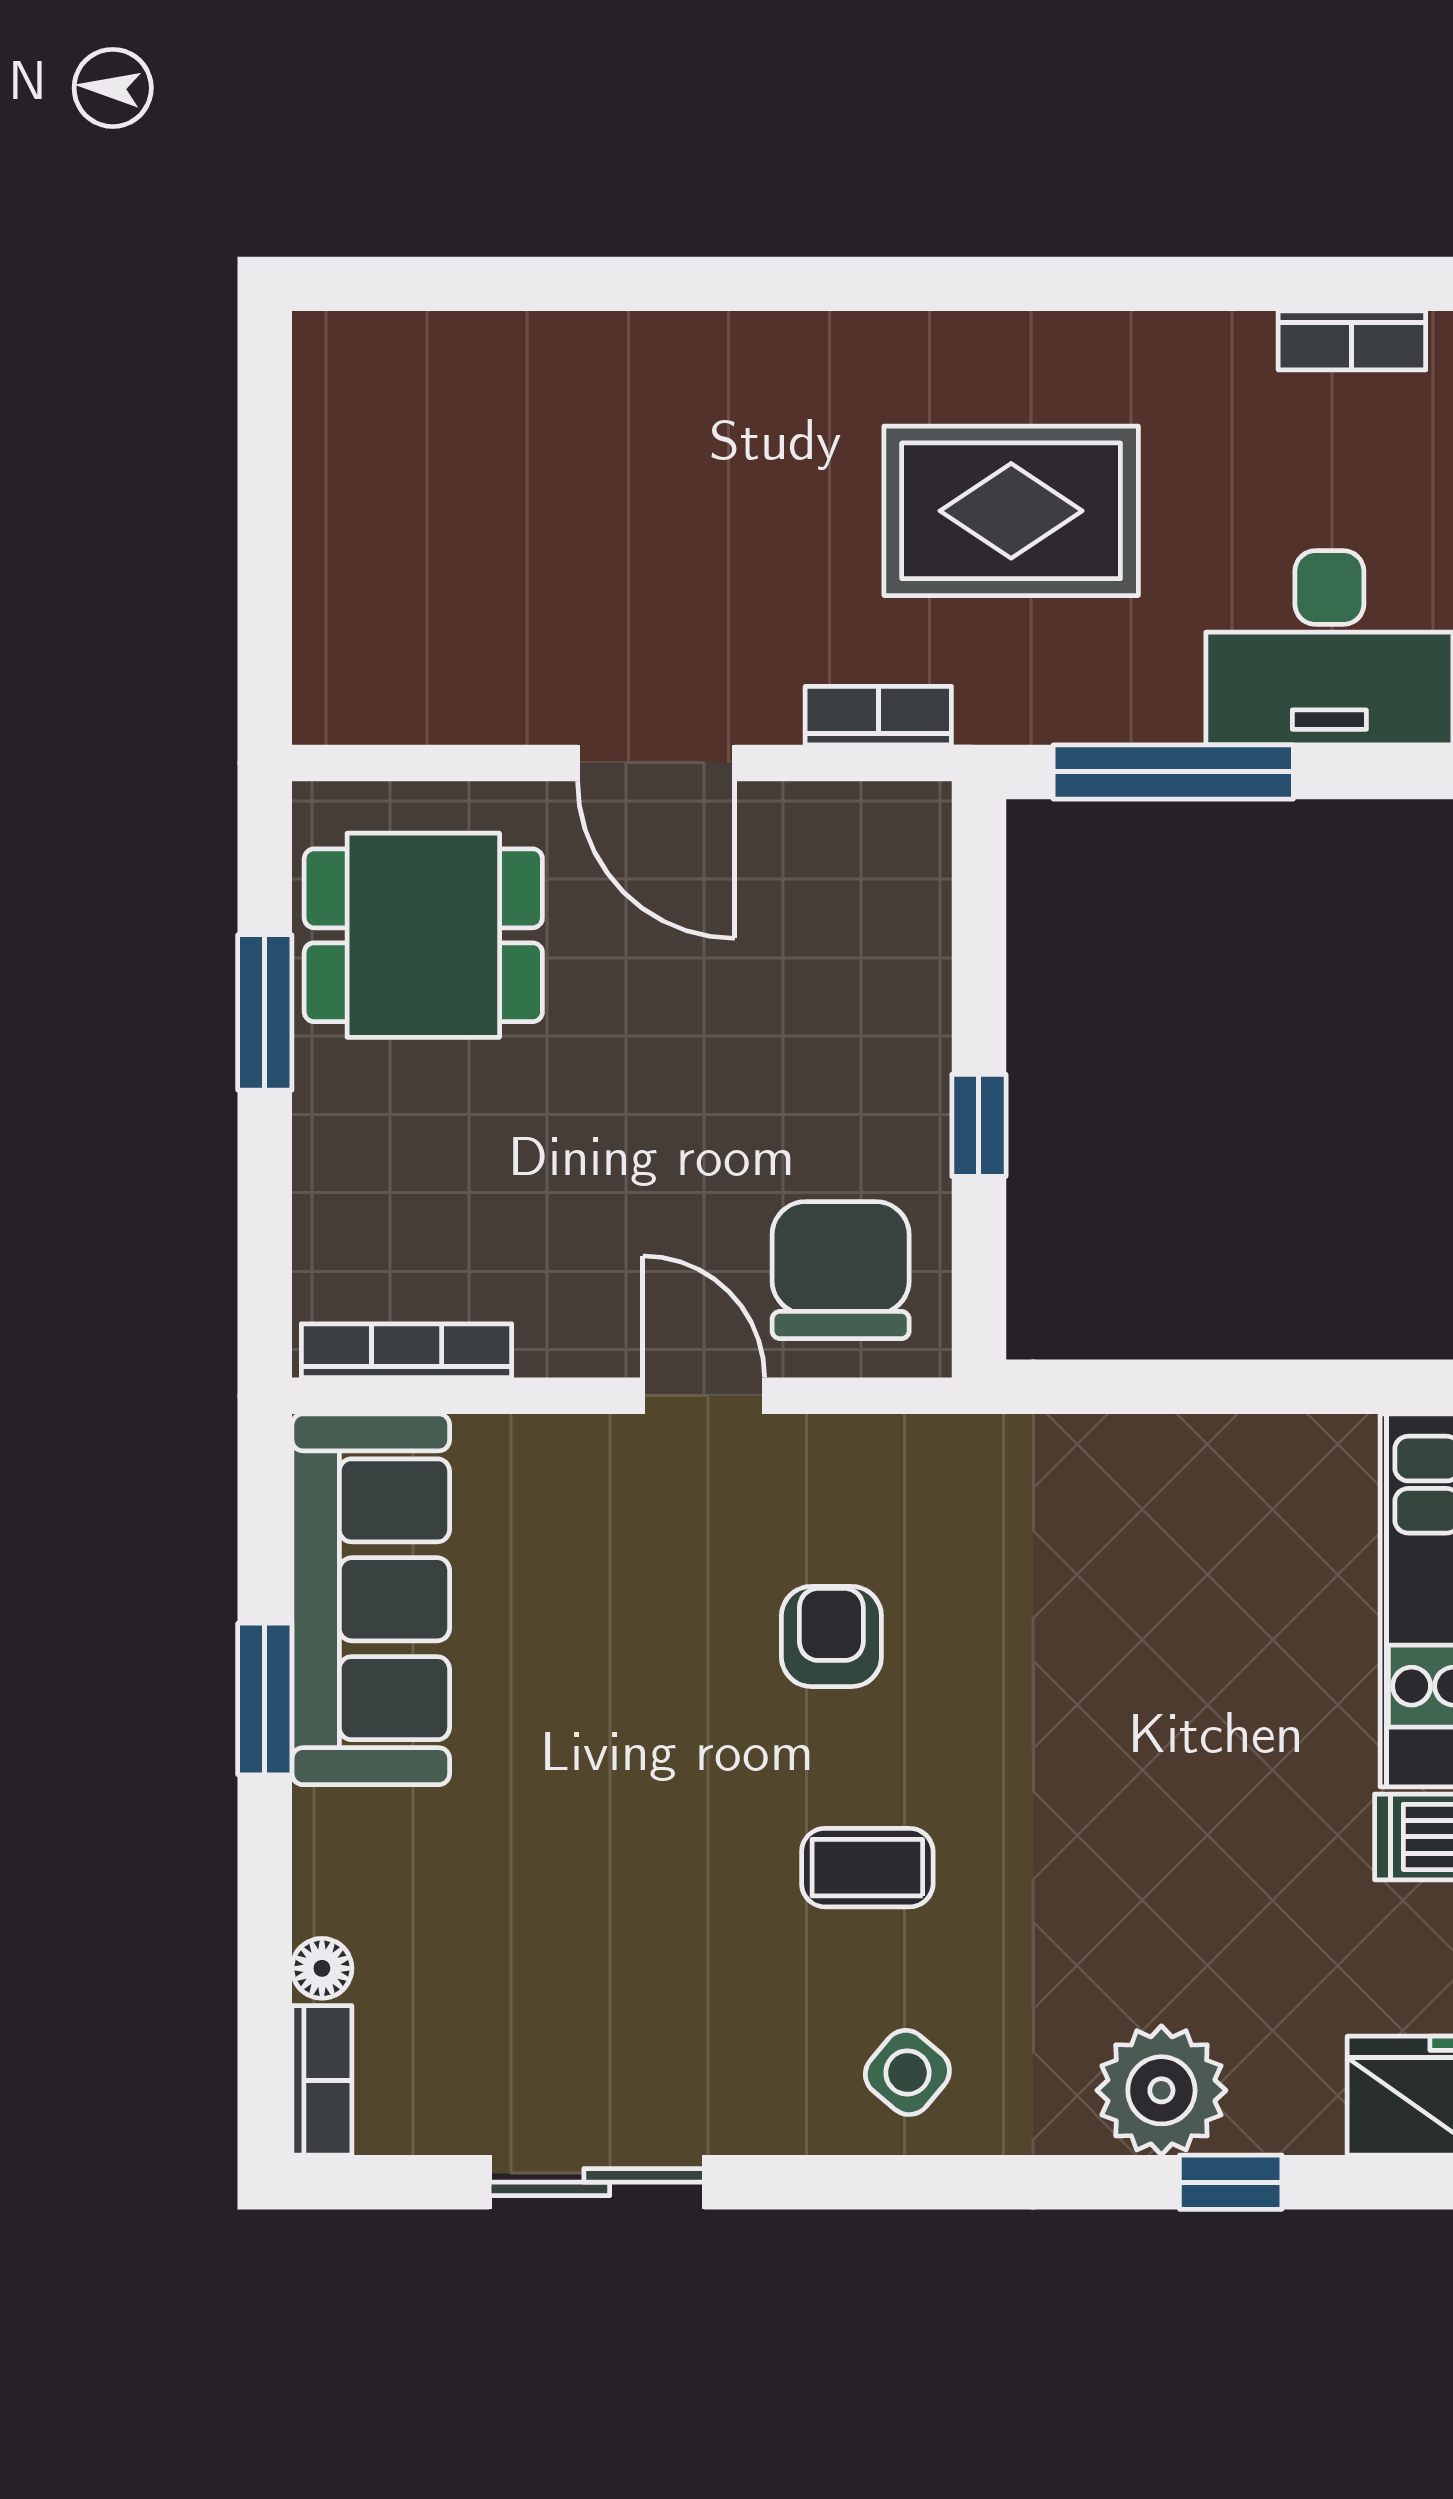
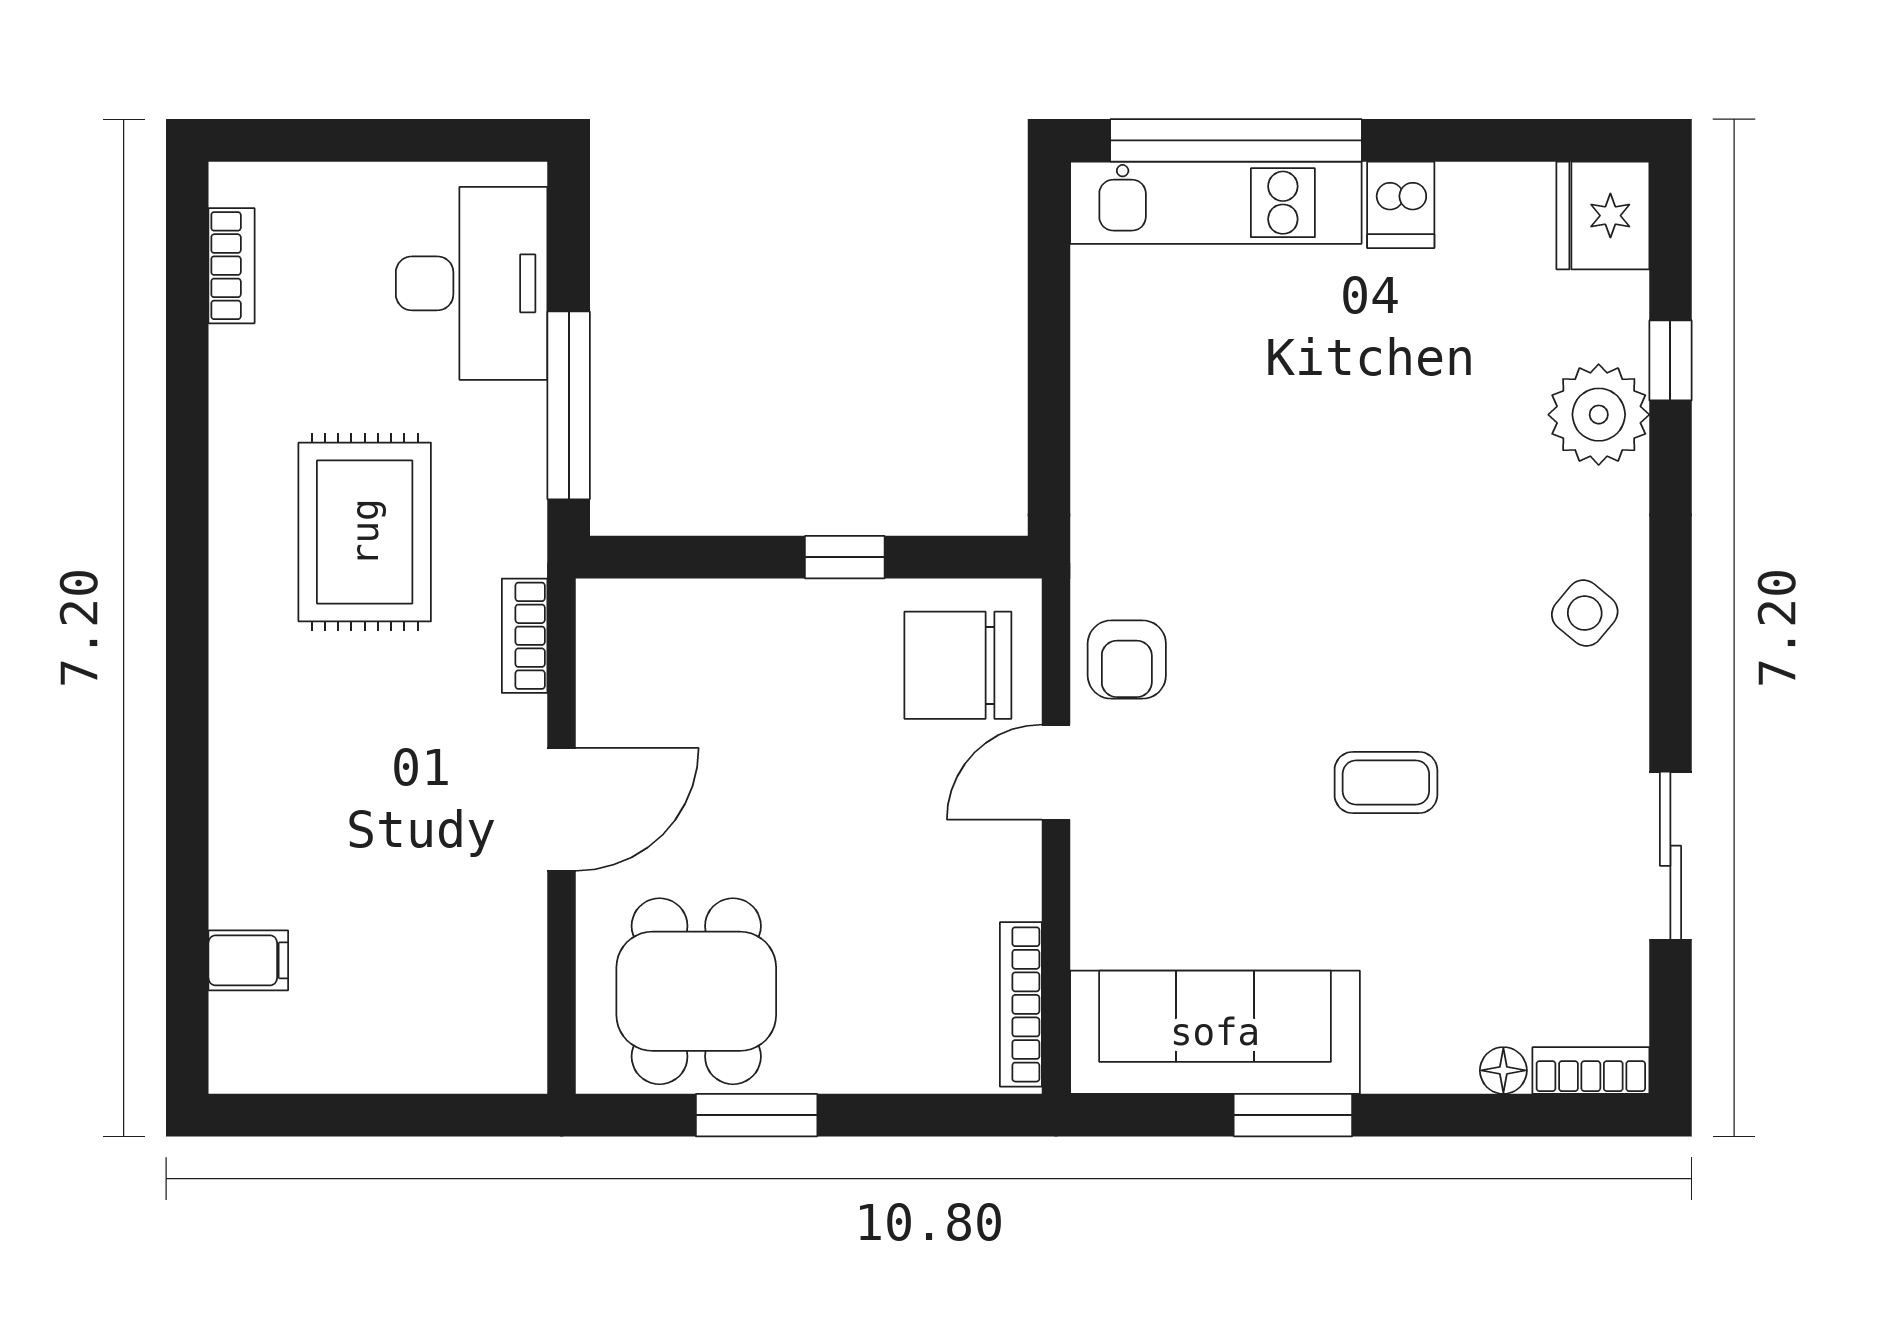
filing cabinet: (463, 362) -> (248, 960), added
armchair: (831, 1636) -> (1127, 660), moved, turned -90
coffee table: (867, 1868) -> (1386, 782), moved, turned 90

